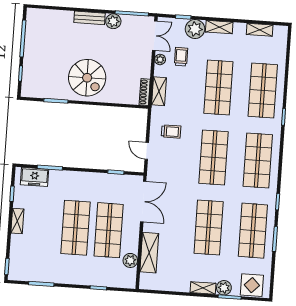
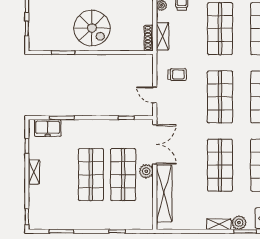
shelving: (149, 253) -> (164, 194), width x1.47
plant: (130, 260) -> (146, 171), moved

